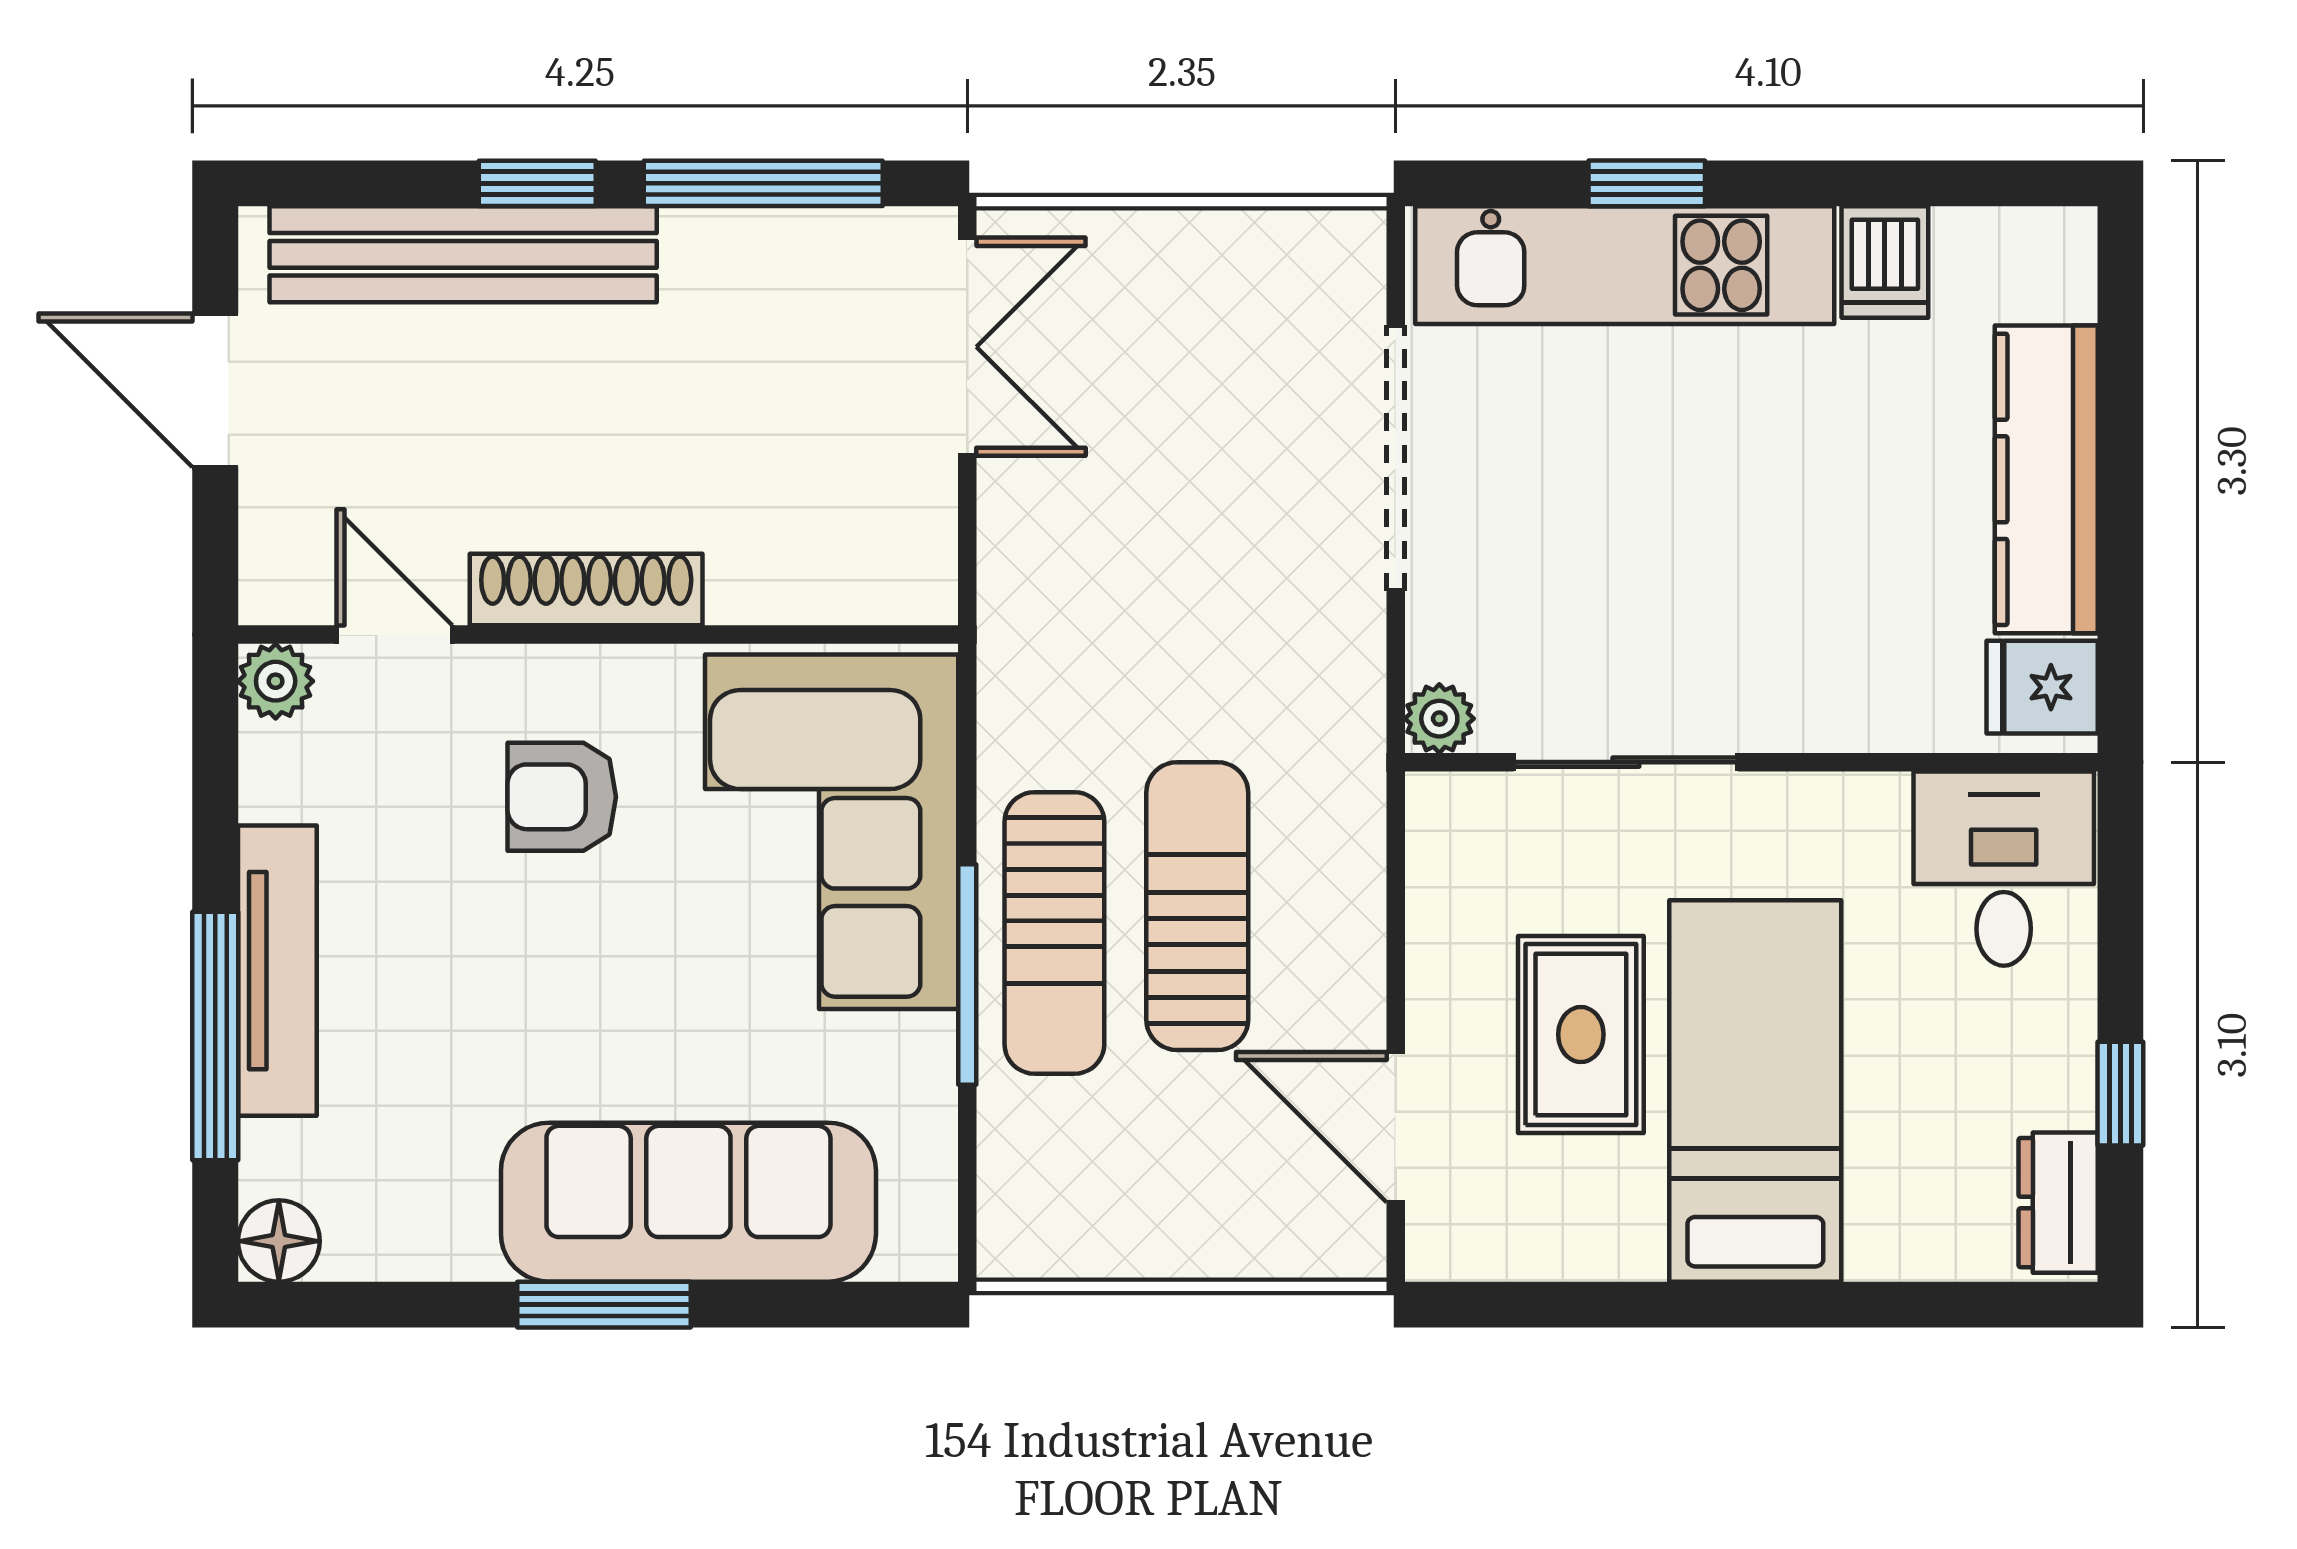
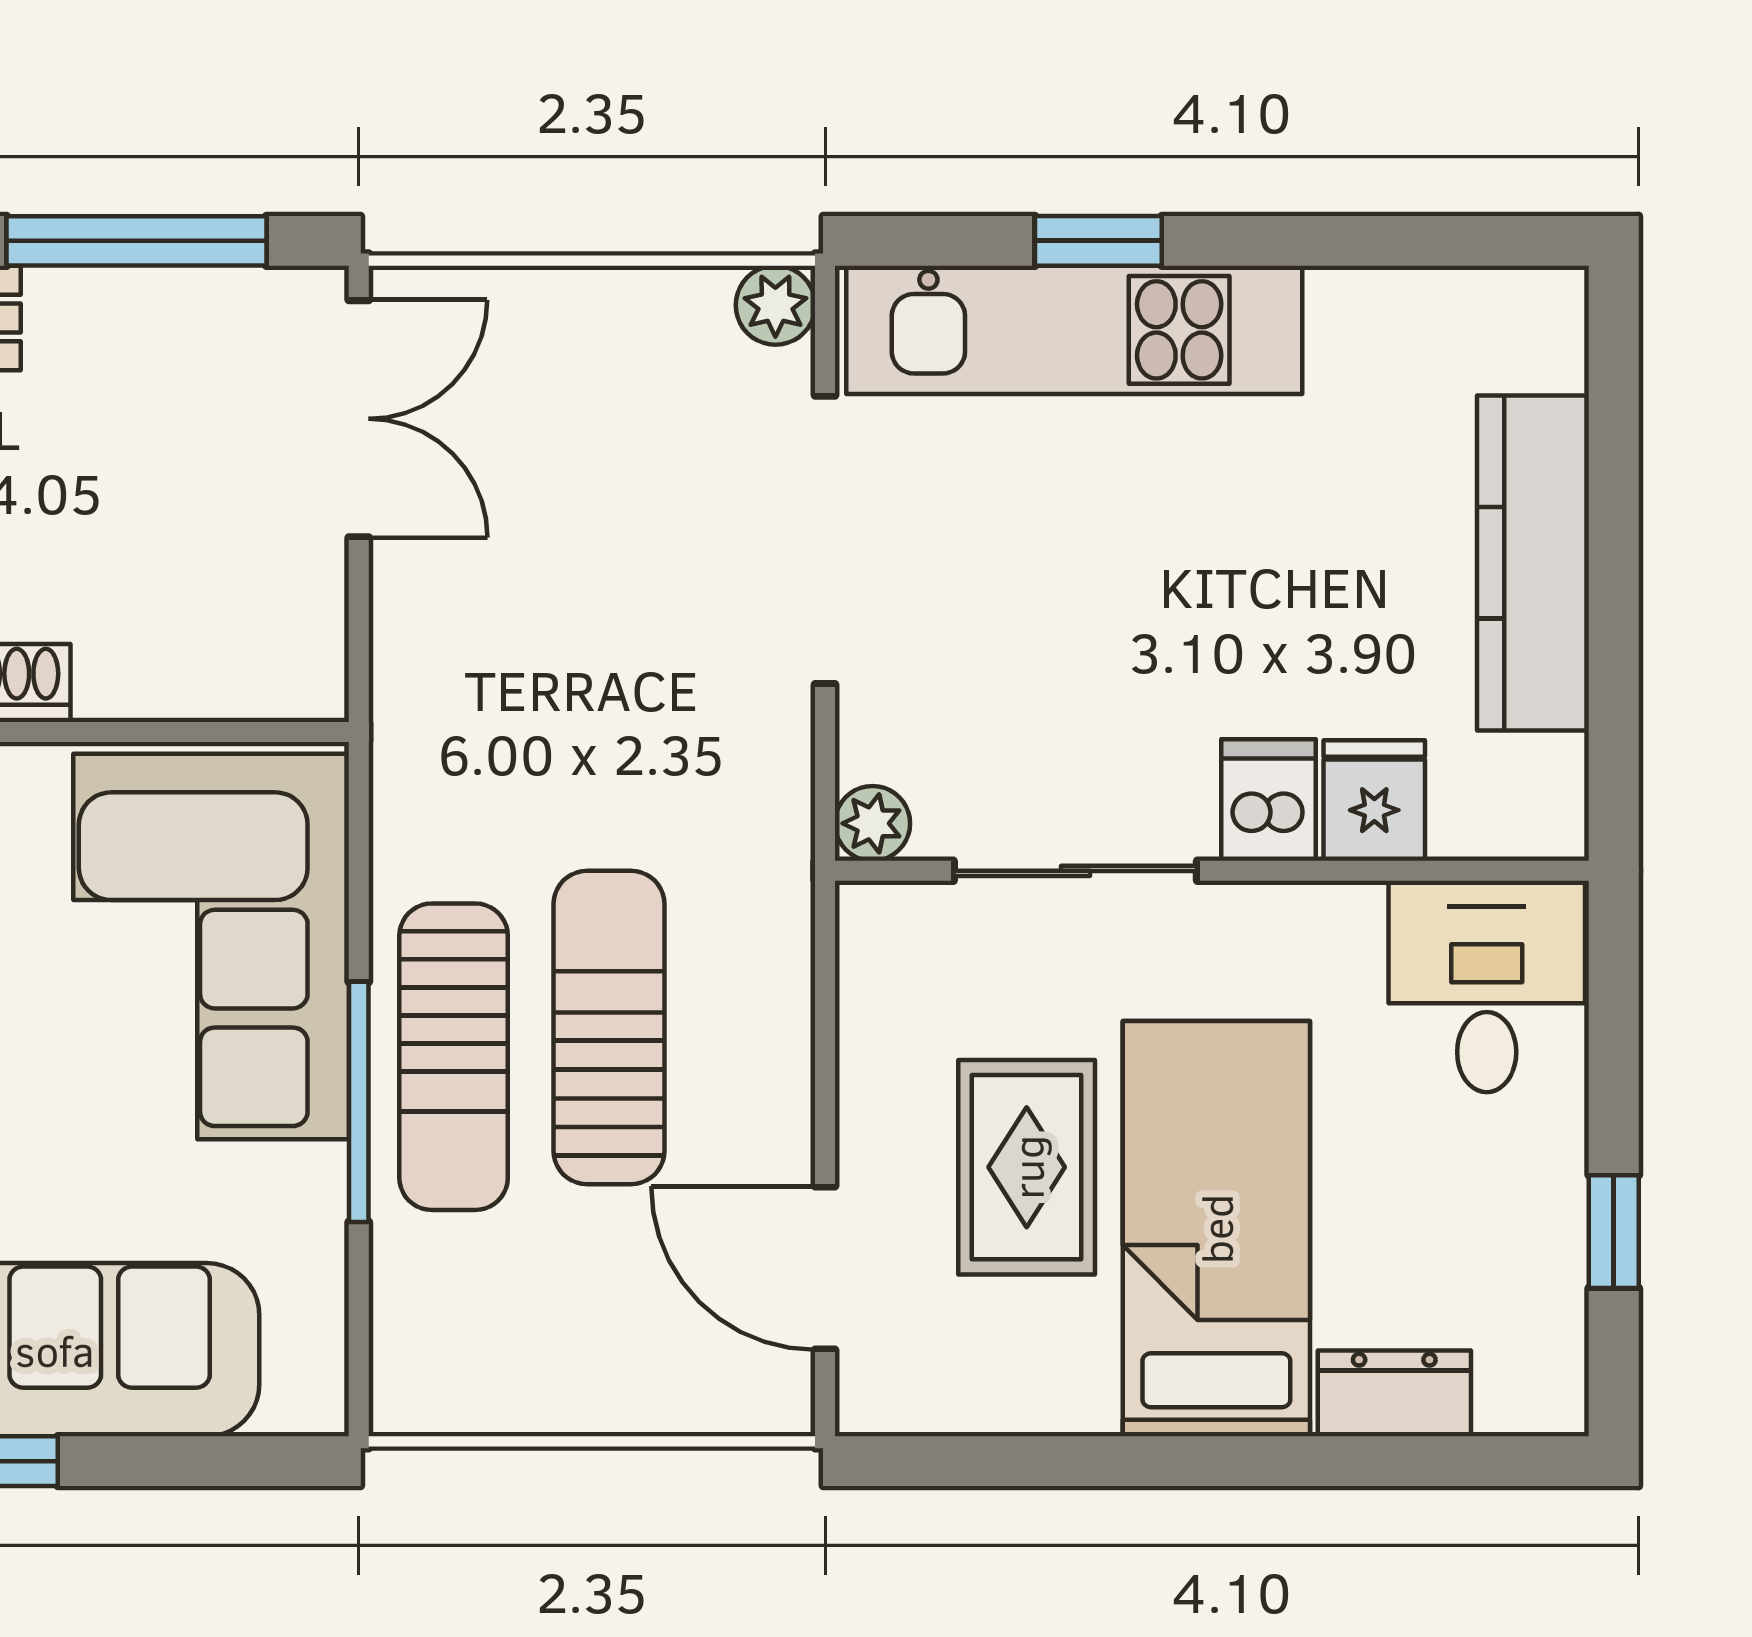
plant: (1350, 243) -> (775, 305), added
dishwasher: (1885, 262) -> (1268, 800), moved, turned 180
fridge: (2042, 687) -> (1374, 800), moved, turned 90
dresser: (2058, 1203) -> (1394, 1393), moved, turned 90

